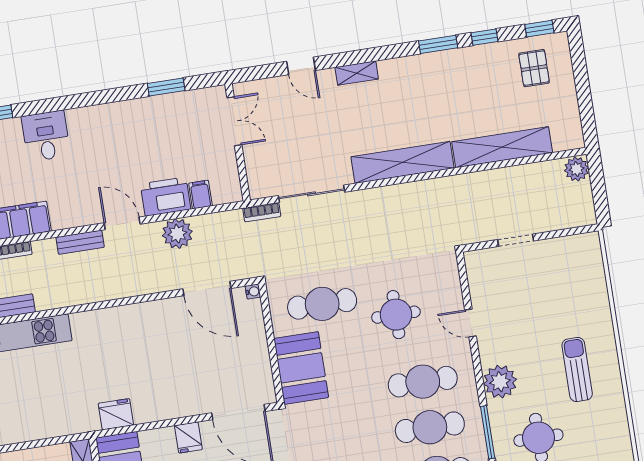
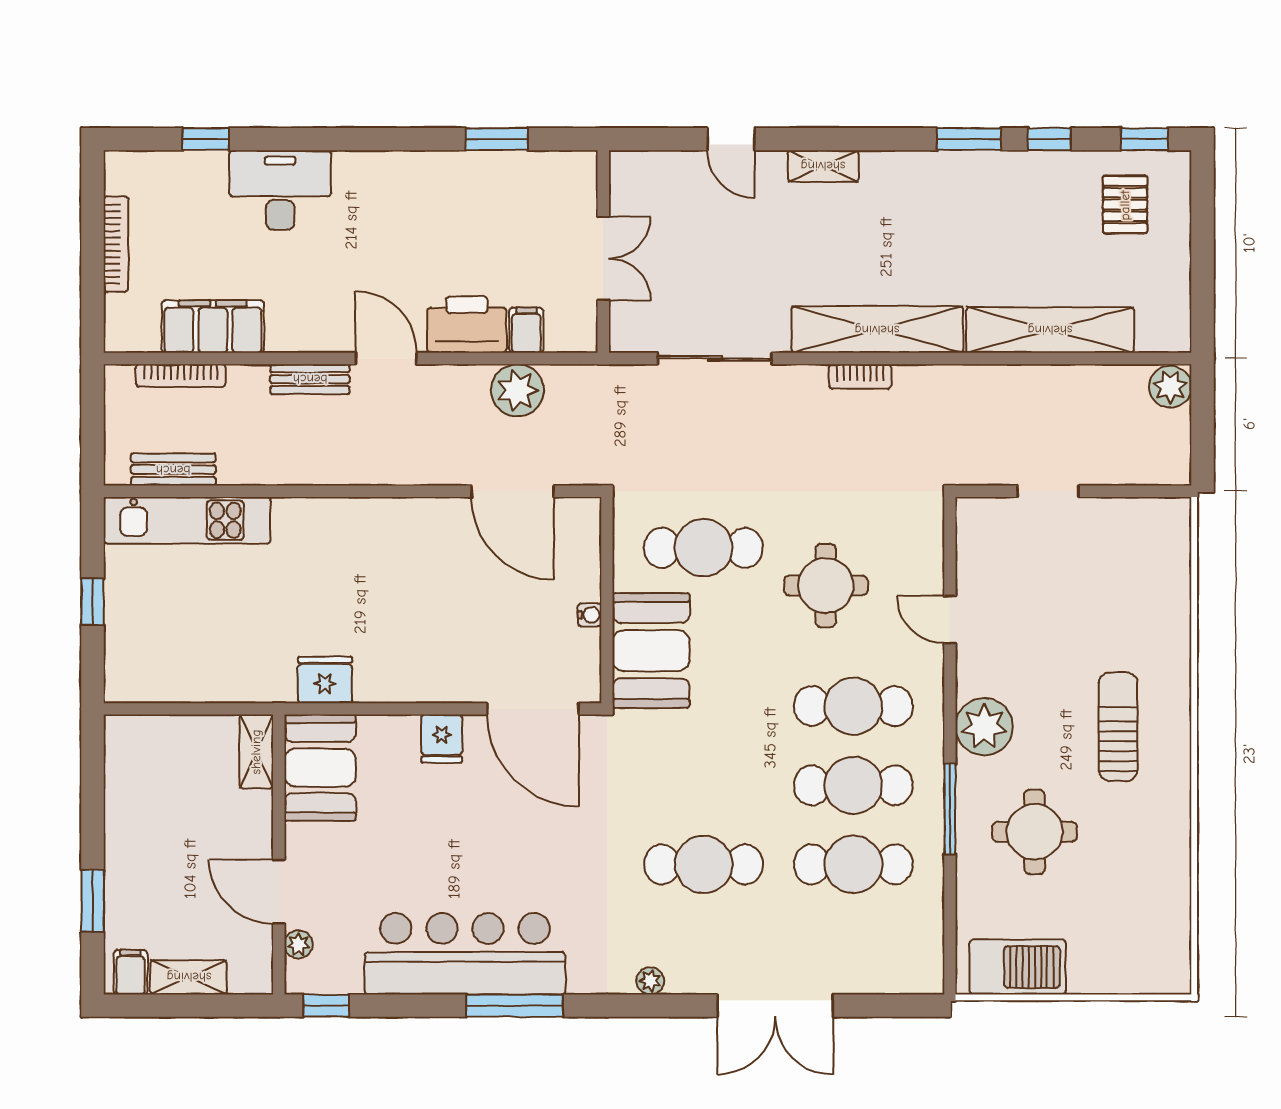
double door: (234, 121) -> (603, 258), moved
desk: (46, 136) -> (280, 190), width x1.37
bookcase: (262, 212) -> (860, 376), moved
plant: (177, 234) -> (517, 390), moved
water cooler: (253, 292) -> (590, 615), moved

